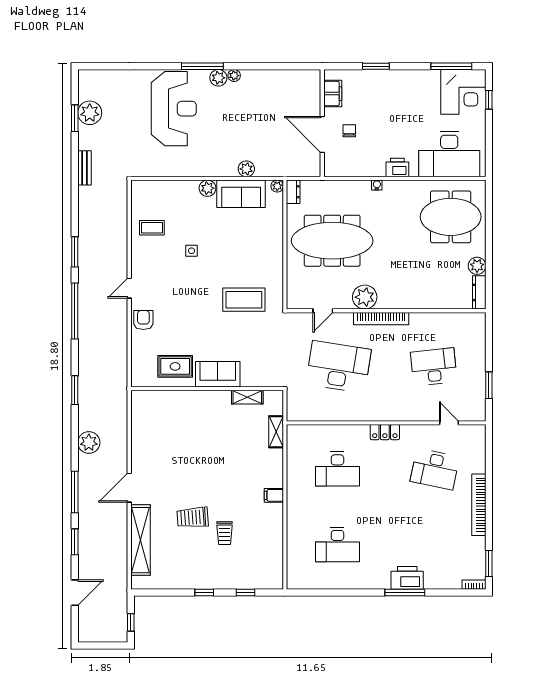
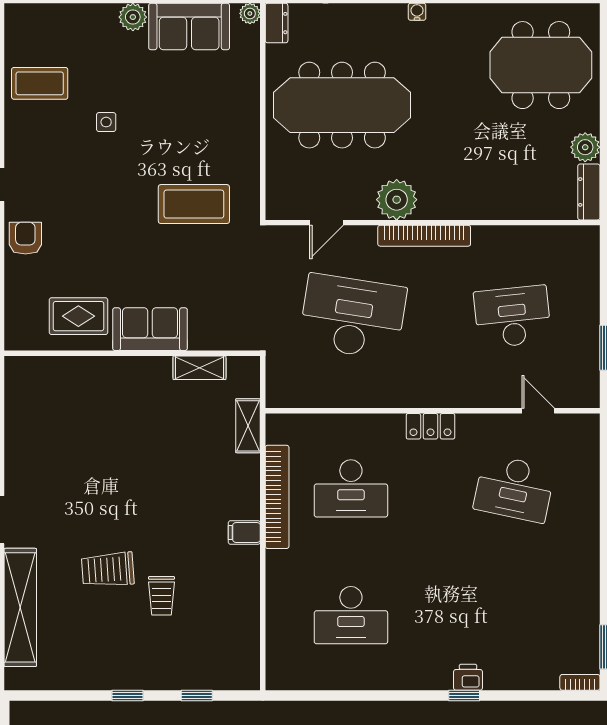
coffee table: (152, 228) -> (40, 83), width x1.36, depth x1.30
bookcase: (479, 505) -> (277, 497), moved, turned 180
printer: (407, 578) -> (468, 677), width x0.53, depth x0.68
window: (405, 593) -> (464, 696), width x0.46

